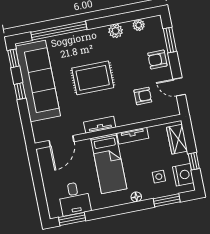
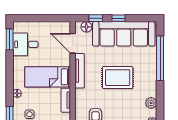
window: (13, 58) -> (96, 18), moved
rug: (93, 78) -> (118, 78), turned 90
tv unit: (100, 125) -> (80, 71), width x1.41
floor lamp: (38, 128) -> (86, 27), added

